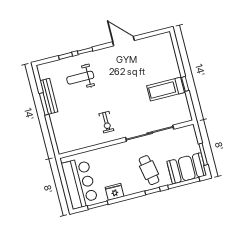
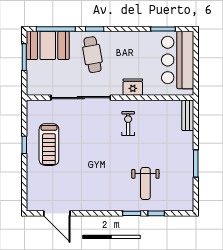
door: (124, 41) -> (57, 213), moved
weight bench: (80, 78) -> (145, 183), turned 90
treadmill: (165, 89) -> (49, 145), turned 90
bench: (49, 96) -> (188, 115), moved, width x0.73
fridge: (115, 192) -> (133, 87), moved, turned 180

